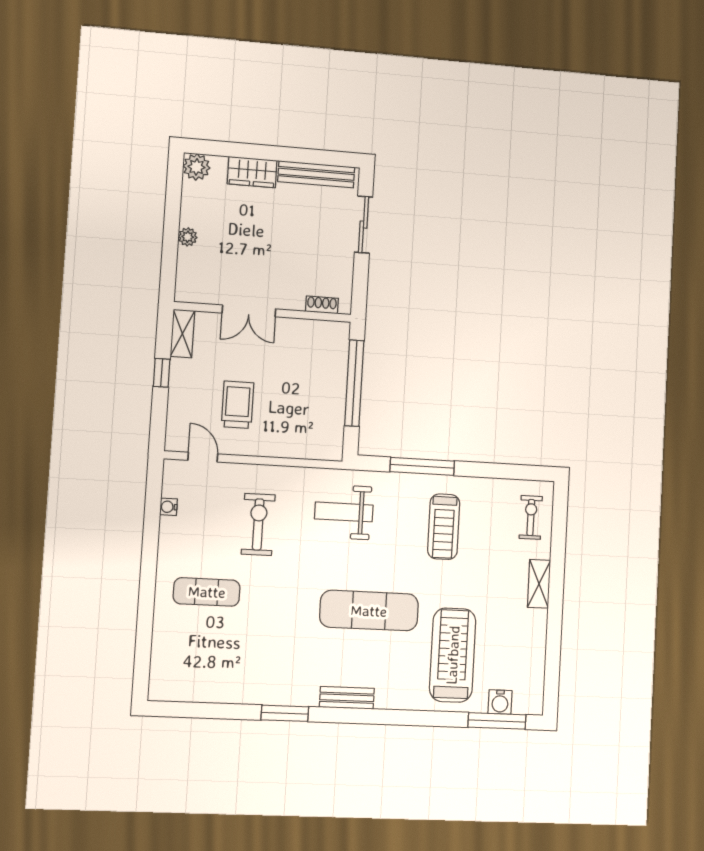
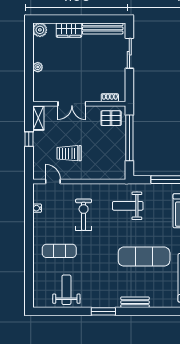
pallet: (322, 344) -> (111, 118), added
trolley: (238, 405) -> (69, 153), turned -90
weight bench: (216, 669) -> (66, 290), added

